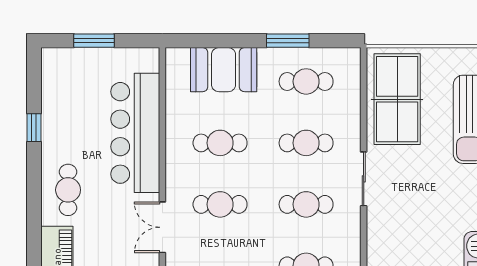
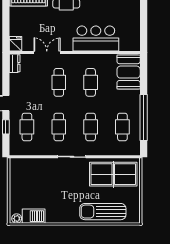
window: (94, 41) -> (144, 17), removed
window: (288, 41) -> (144, 117), width x2.11
booth: (224, 70) -> (129, 72), moved
bar counter: (135, 133) -> (96, 38), width x0.73

